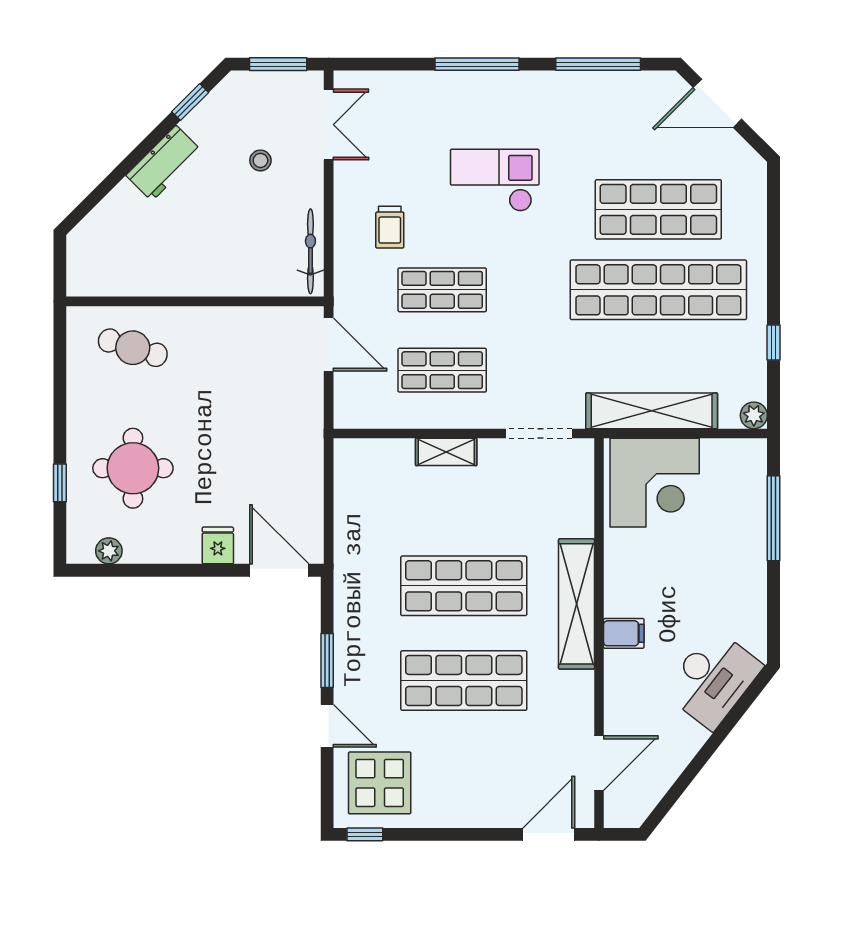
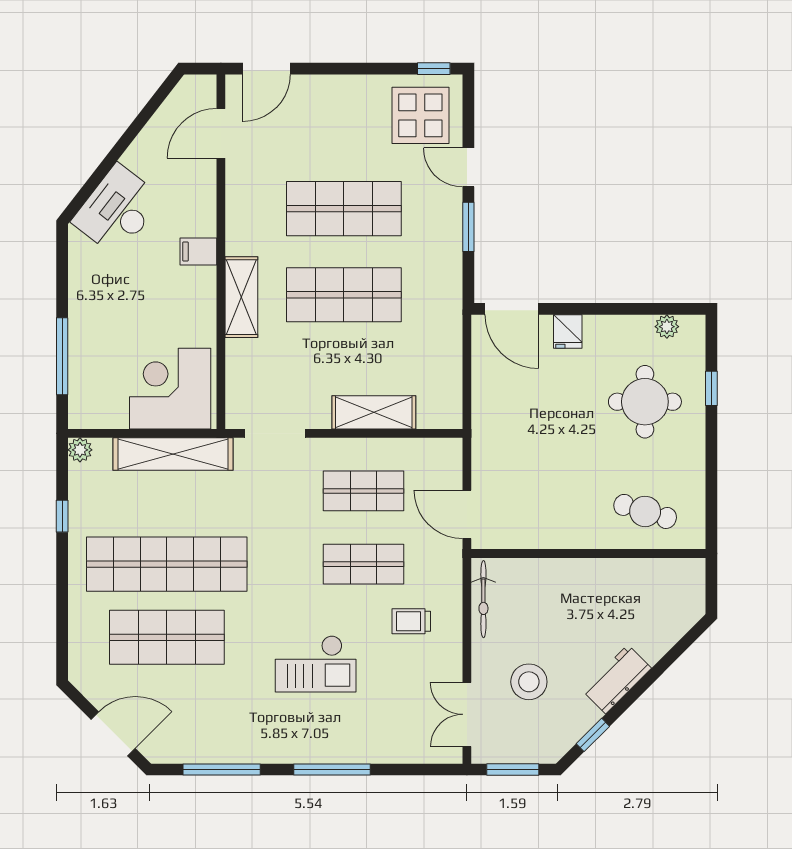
stool: (260, 160) -> (529, 682), width x1.89, depth x1.89
trolley: (390, 227) -> (411, 621), turned -90
shelving: (446, 452) -> (374, 412), width x1.50, depth x1.33
shelving: (576, 604) -> (241, 297), width x0.68

